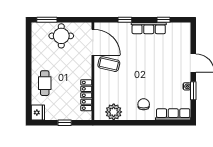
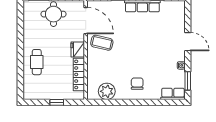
window: (193, 91) -> (188, 81), moved
fridge: (38, 112) -> (78, 50), moved, turned 180
row of seats: (173, 114) -> (173, 94), width x0.68

